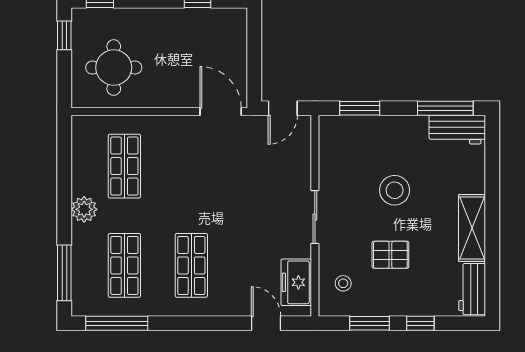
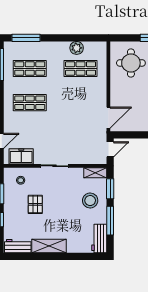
door: (283, 108) -> (110, 149), swing flipped
window: (445, 108) -> (110, 221), moved
shelving: (328, 137) -> (95, 173), added
stool: (395, 190) -> (90, 201), moved
plant: (84, 209) -> (77, 48), moved

